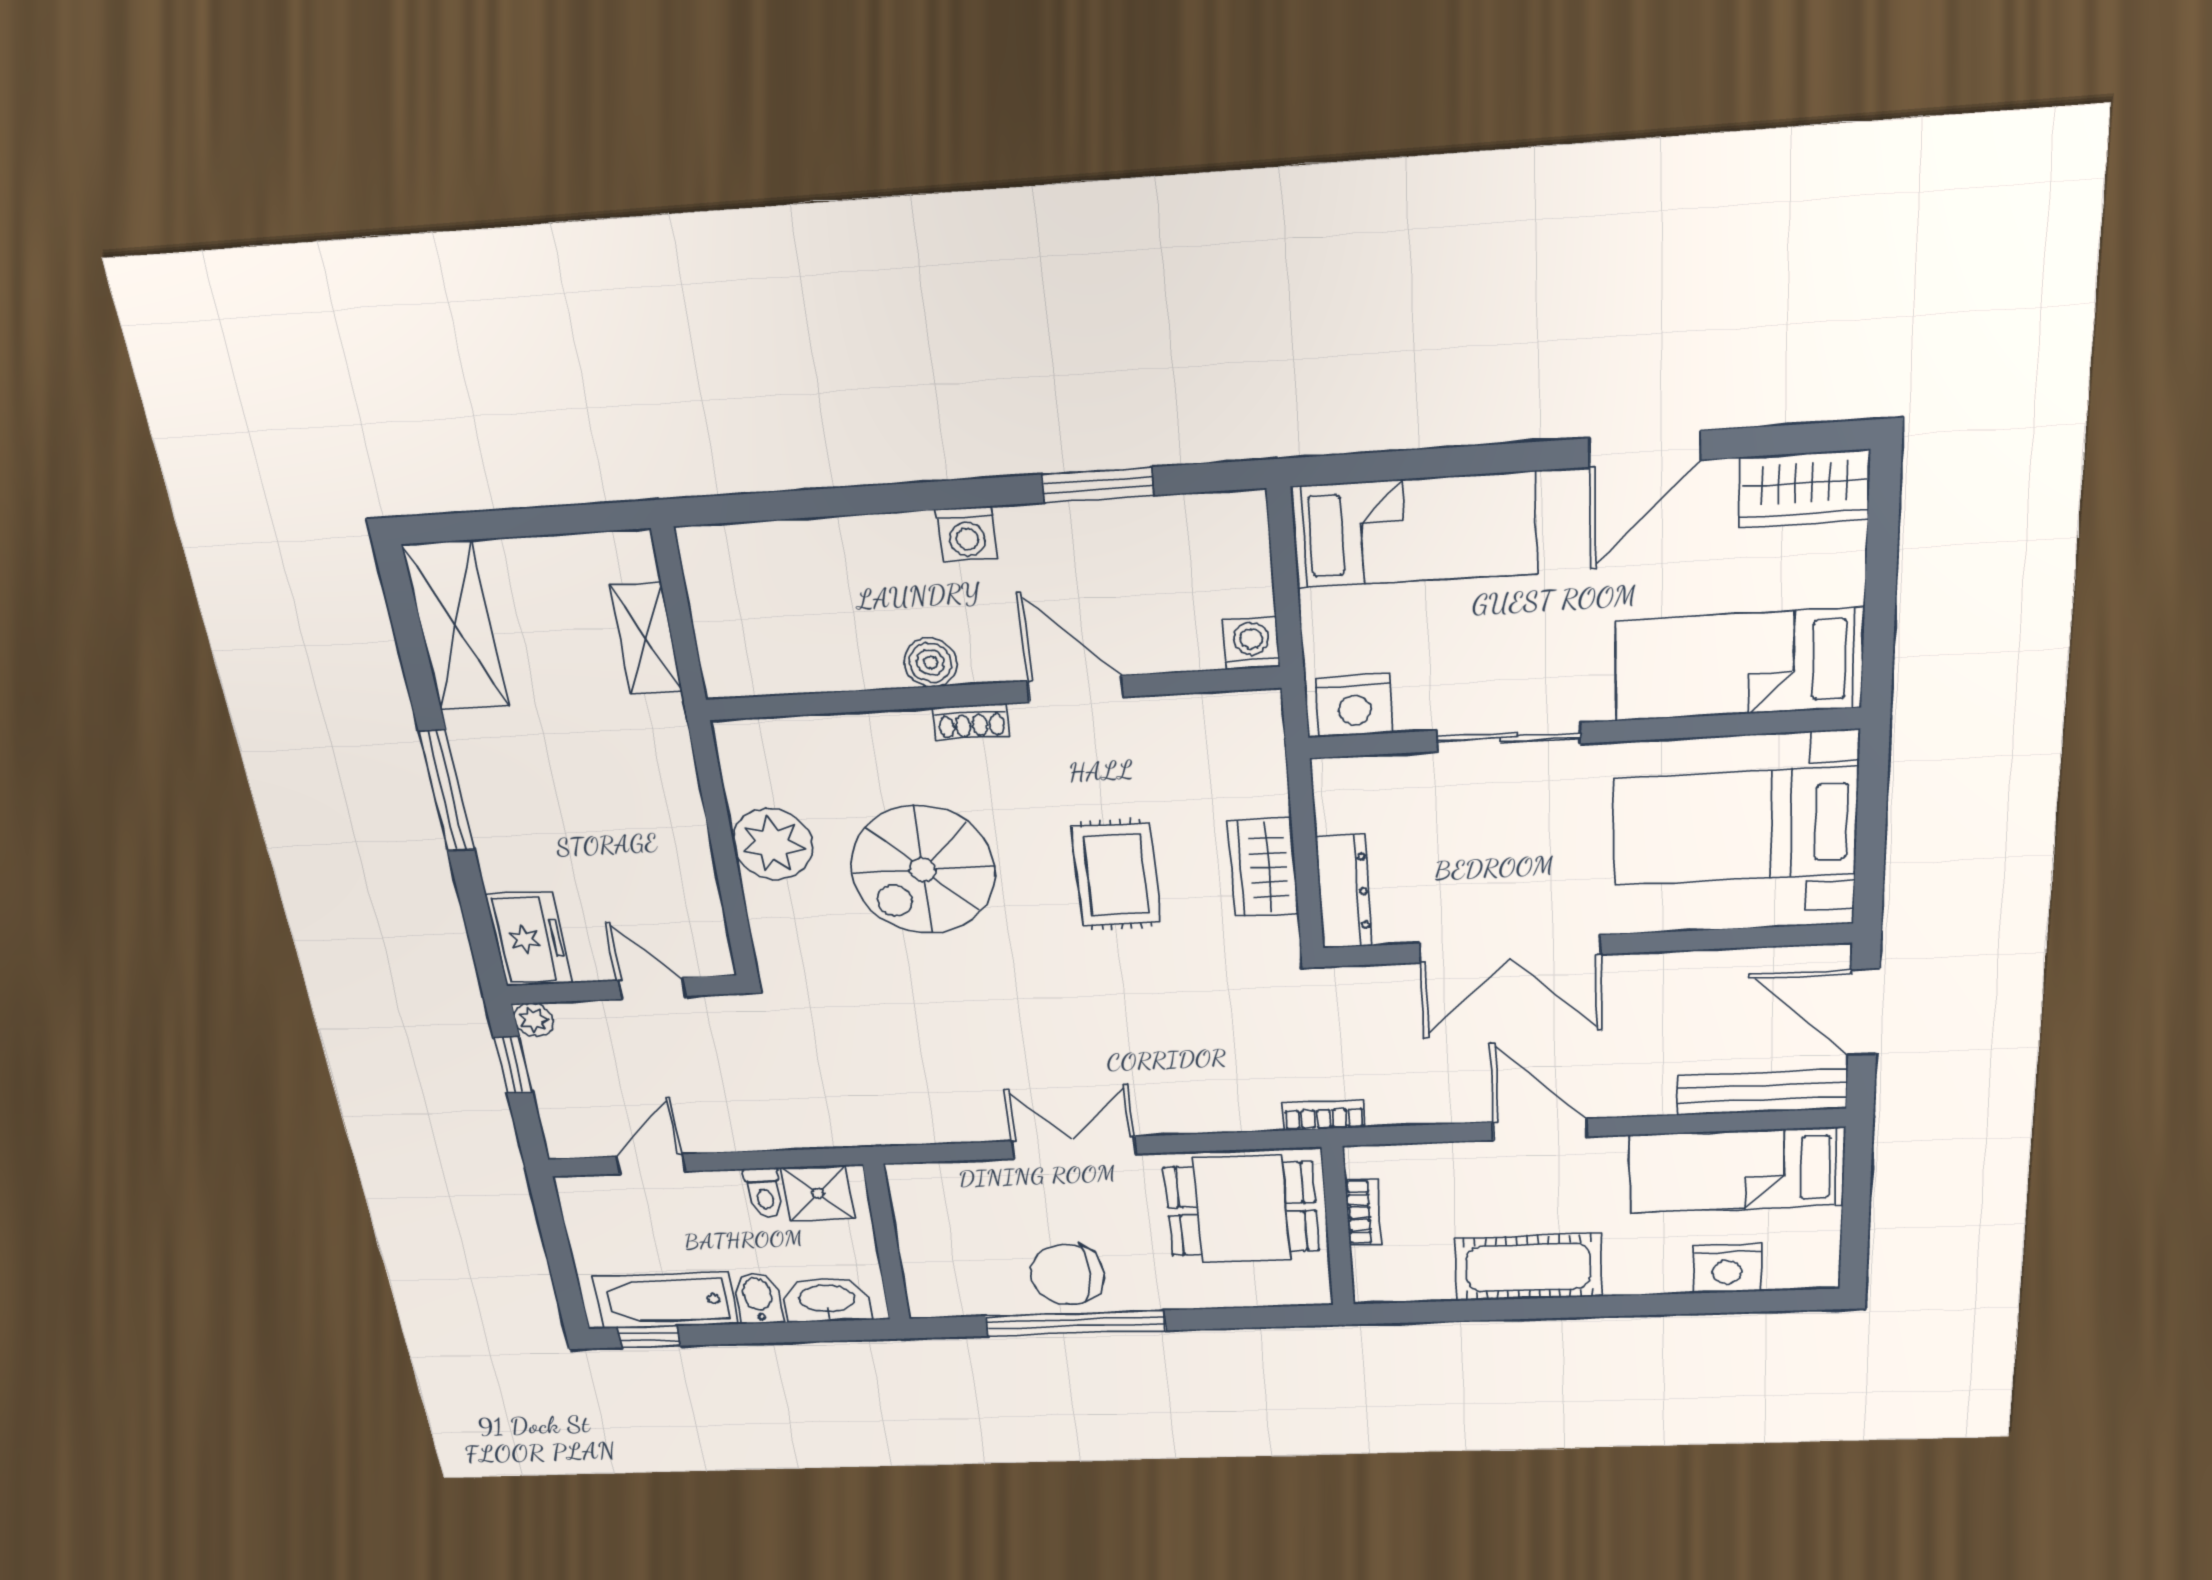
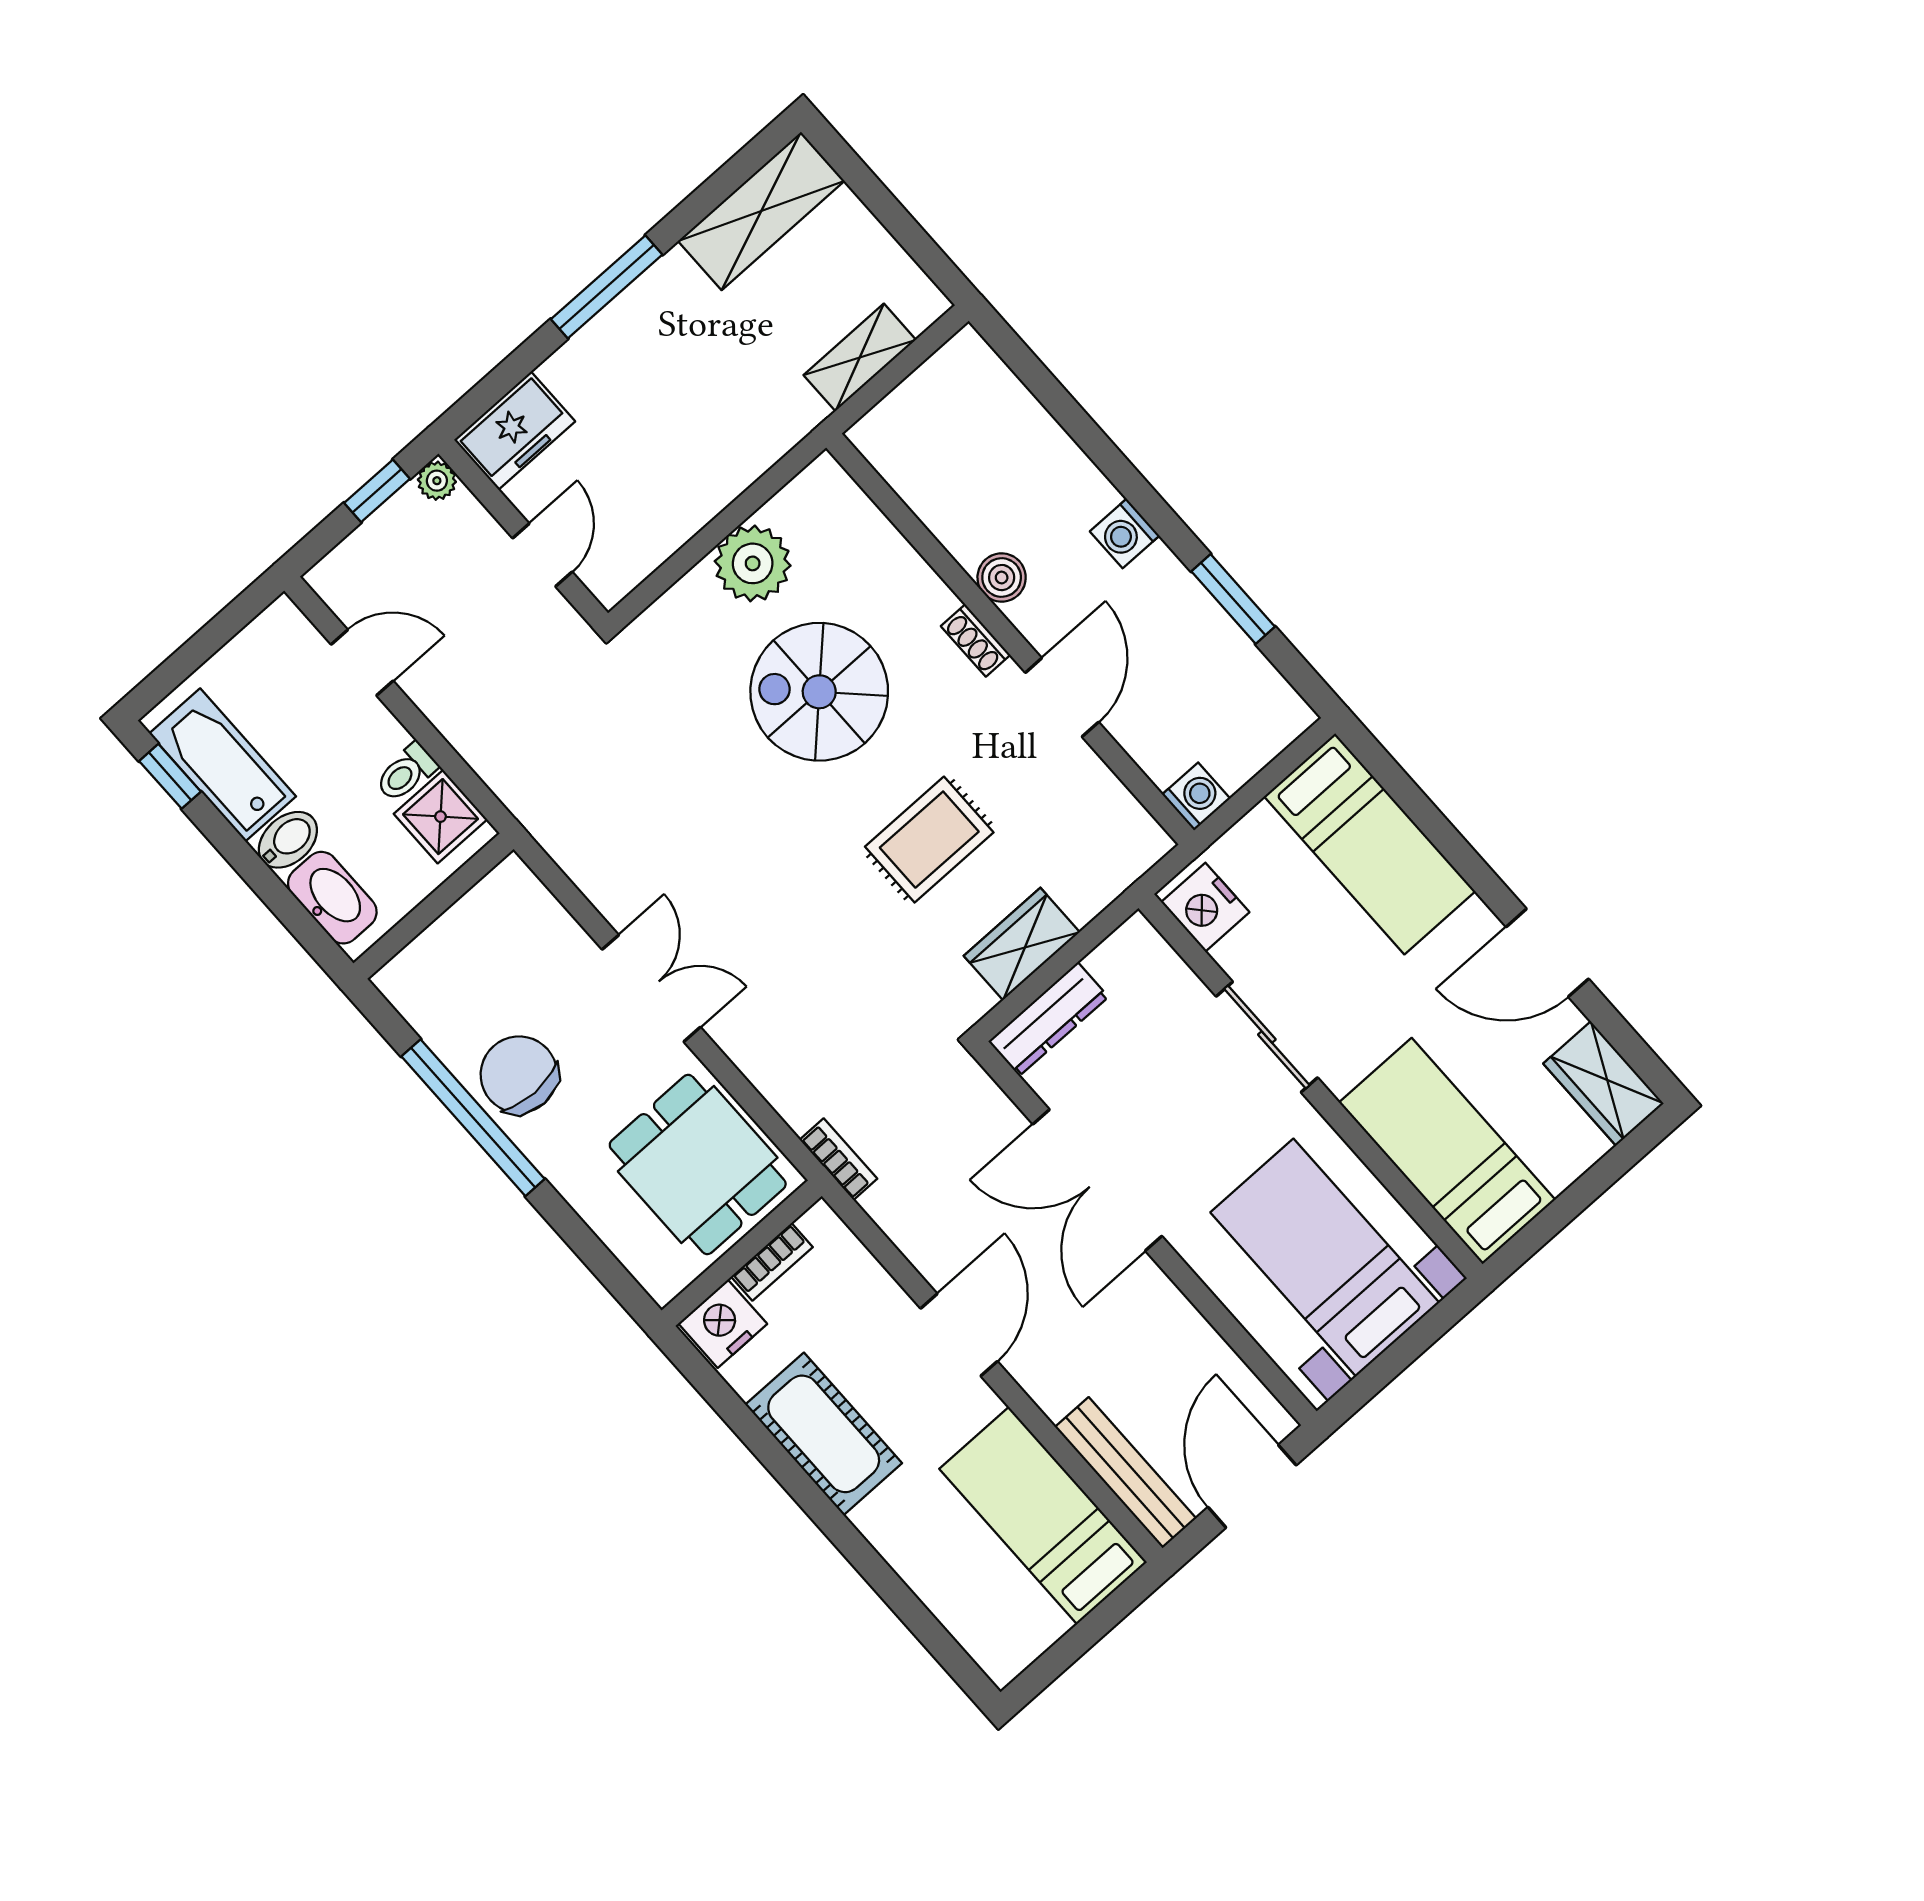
nightstand: (1727, 1268) -> (723, 1324), moved, turned 90

